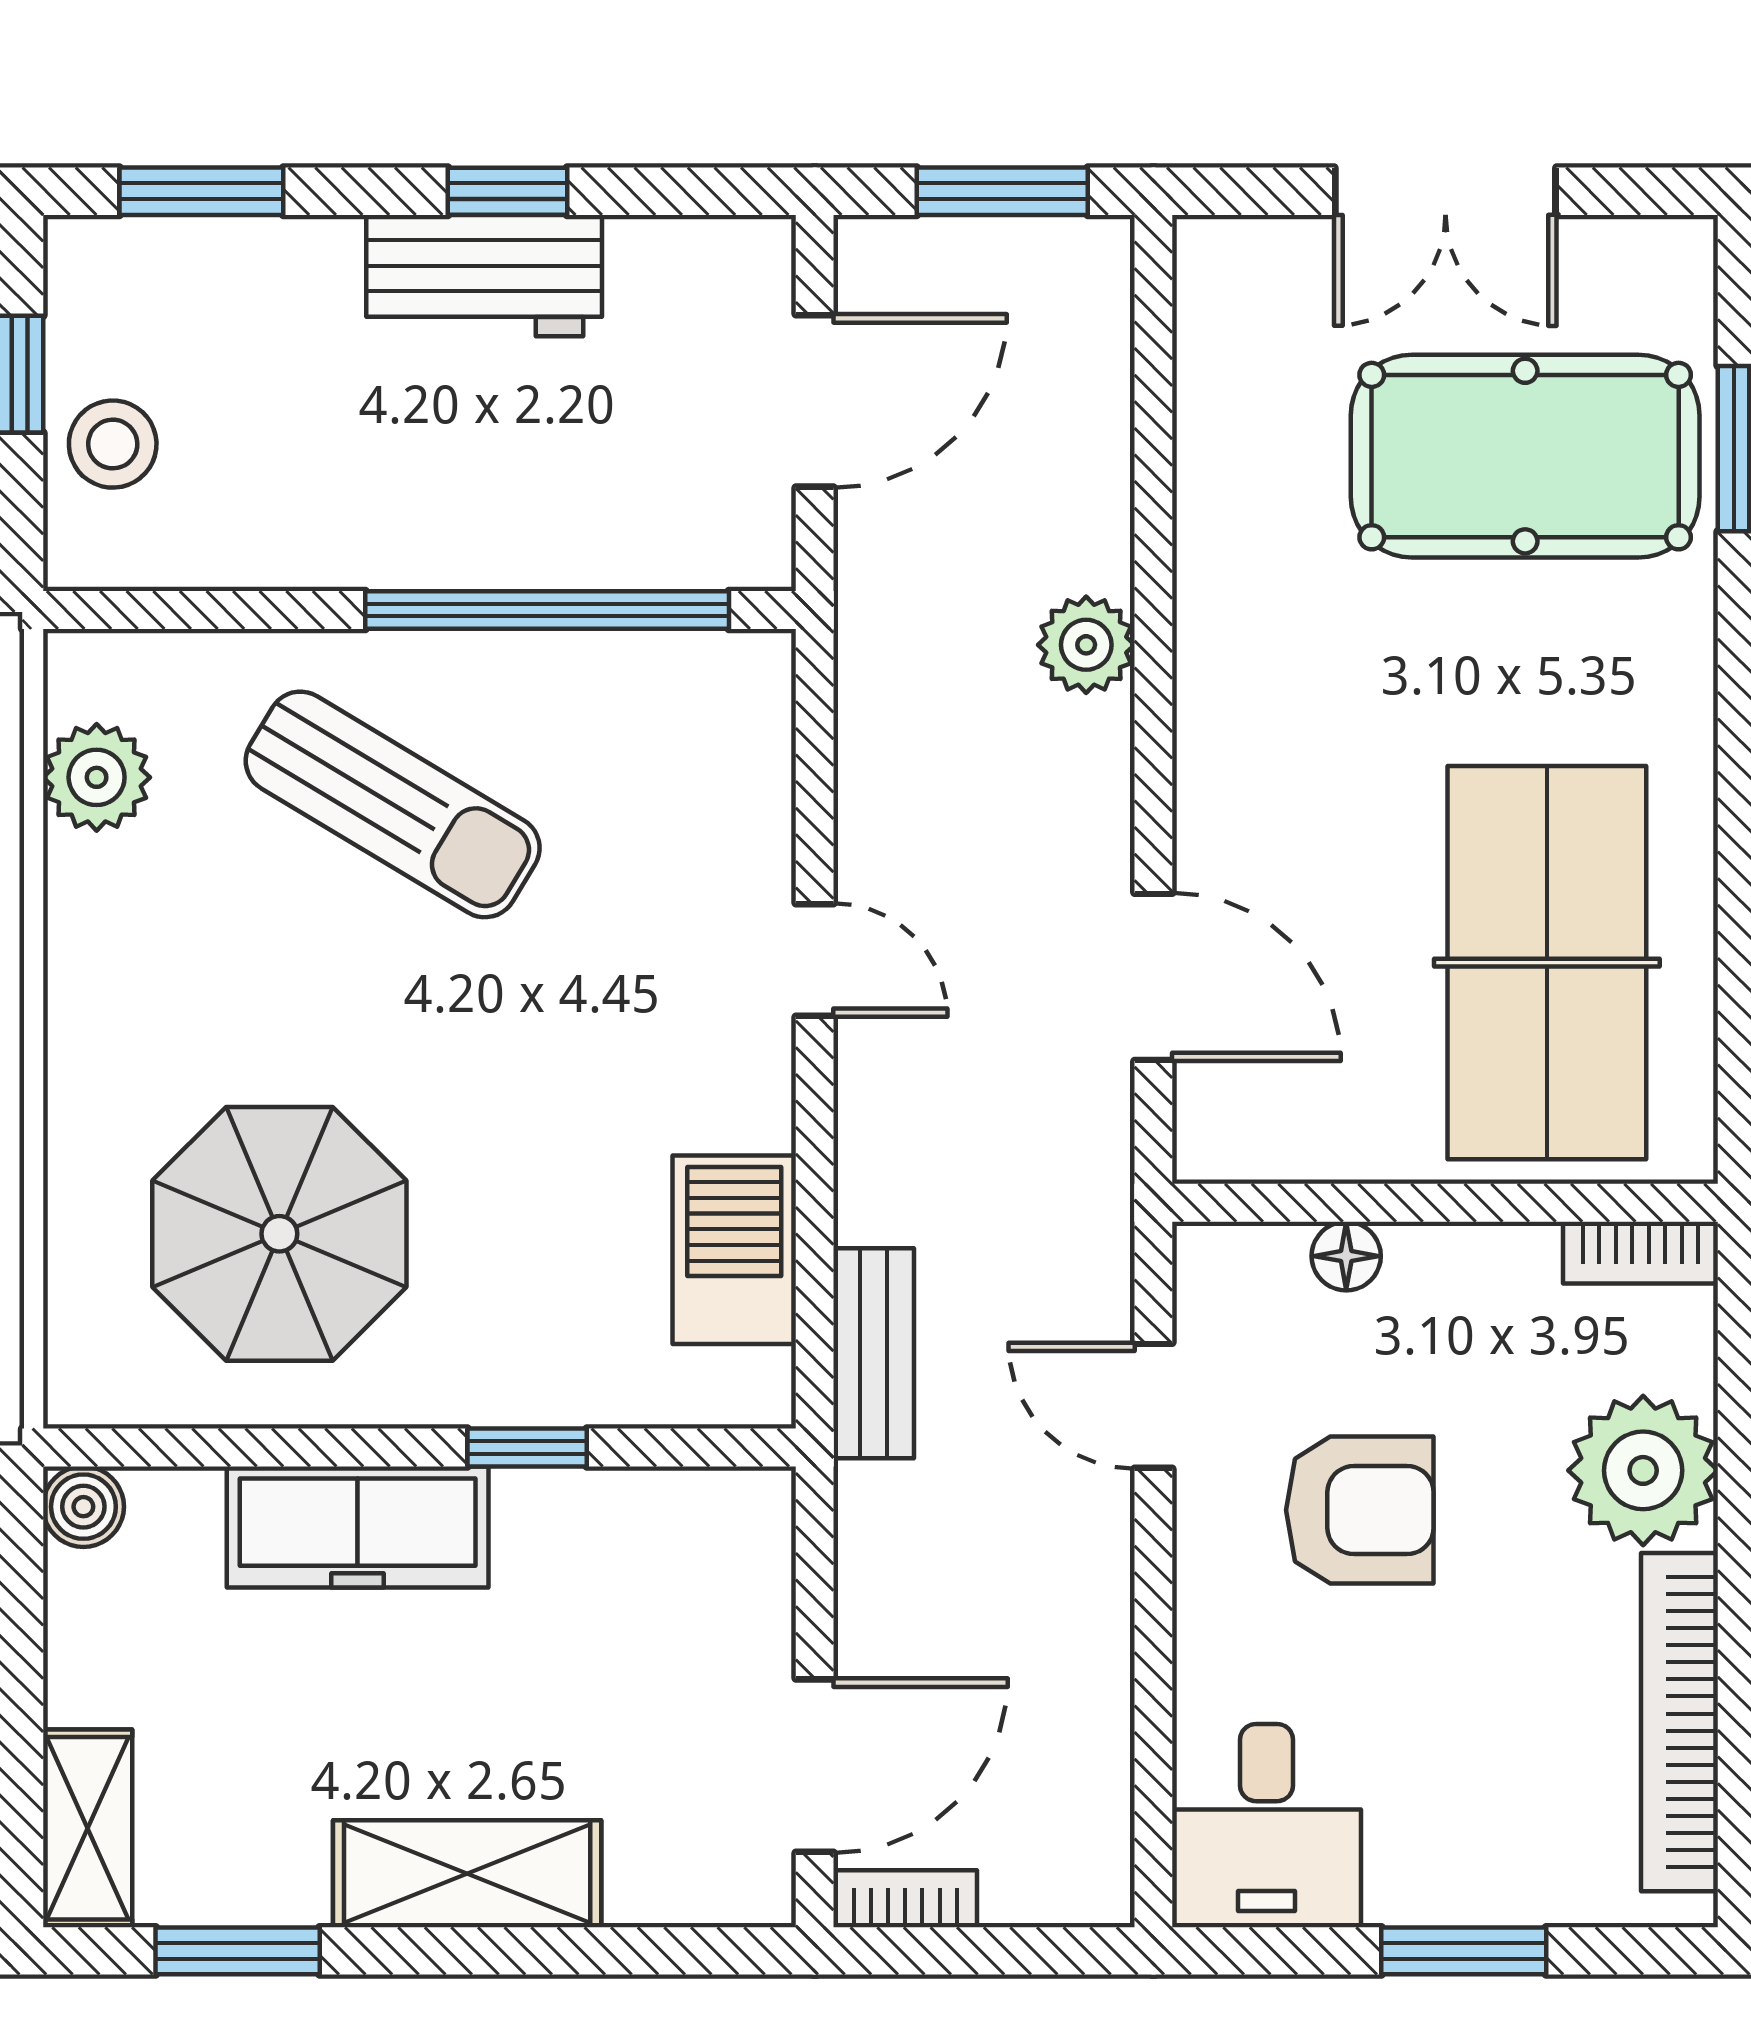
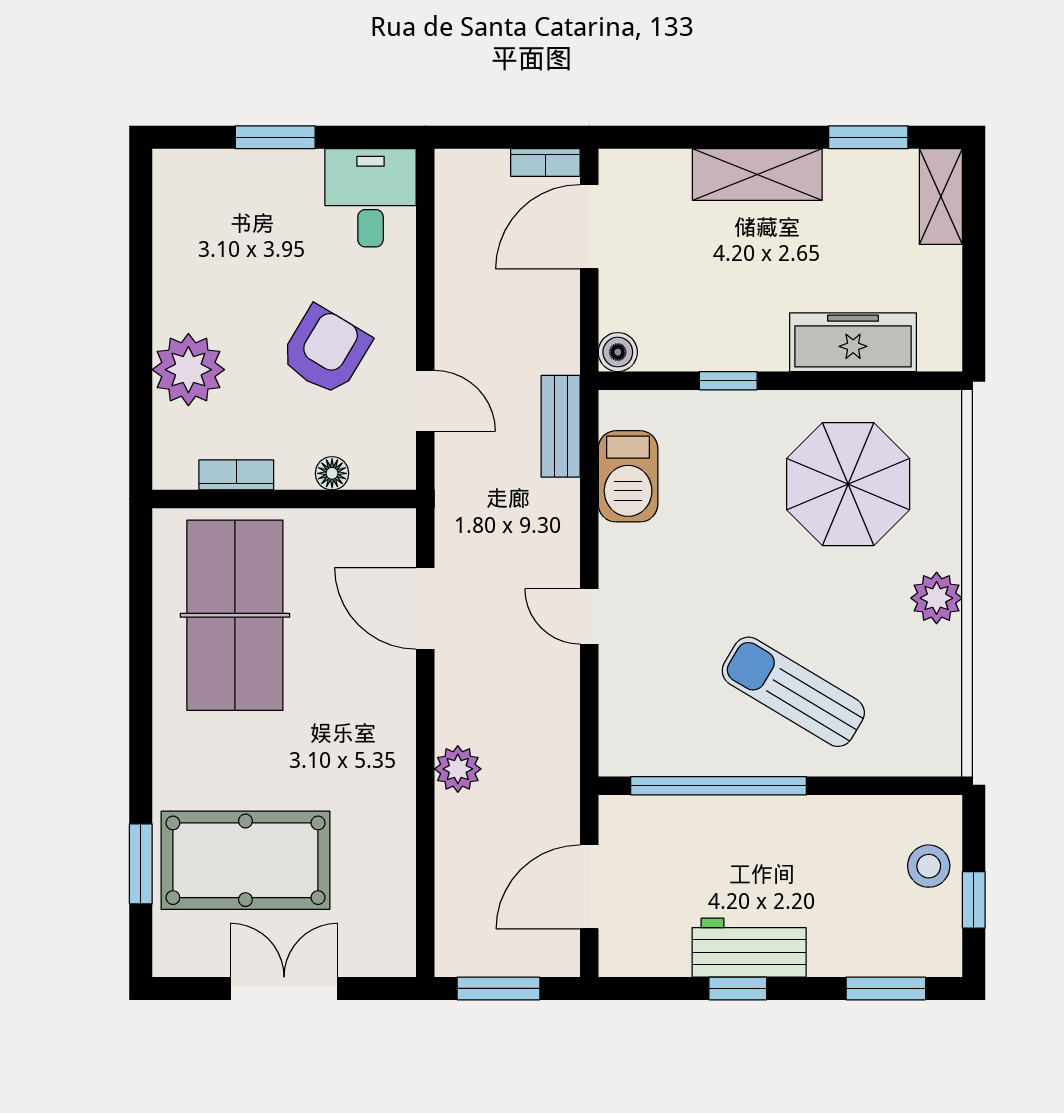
plant: (97, 777) -> (937, 598), moved
bookcase: (1641, 1253) -> (236, 475), moved
boiler: (83, 1507) -> (618, 352), moved
armchair: (1360, 1510) -> (325, 350), turned 121
freezer: (358, 1527) -> (853, 342), moved
bookcase: (1680, 1722) -> (171, 248), removed

